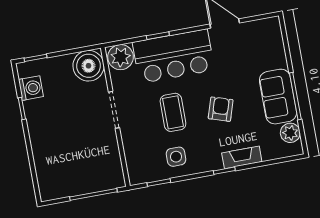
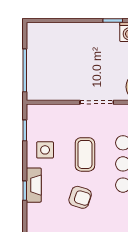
coffee table: (173, 112) -> (85, 154), turned 90
fireplace: (242, 157) -> (34, 185), moved

